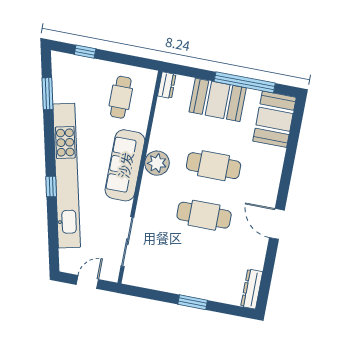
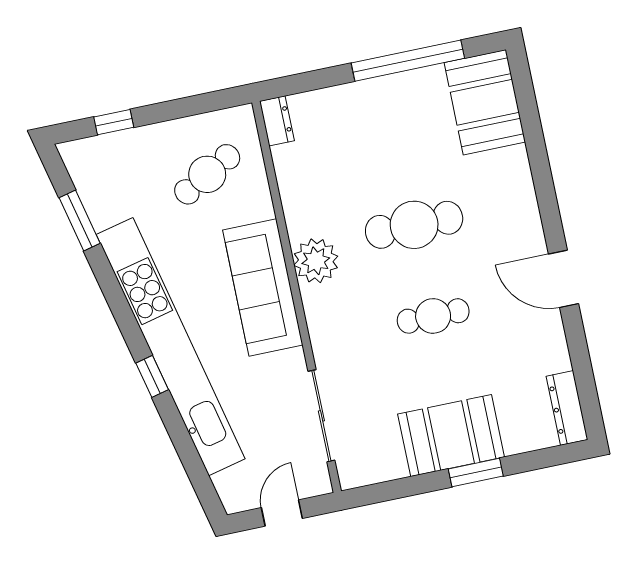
cafe table: (121, 97) -> (207, 174), turned 61
booth: (218, 100) -> (451, 436), moved
cafe table: (204, 215) -> (433, 316), width x0.73, depth x0.74

